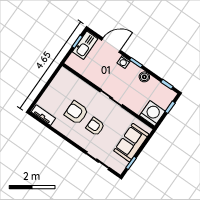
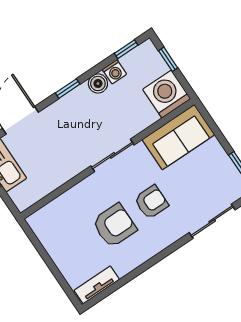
washing machine: (124, 62) -> (114, 72), moved
armchair: (76, 113) -> (114, 226), turned 180
armchair: (95, 126) -> (151, 202), turned 180
sofa: (131, 143) -> (178, 137), moved, turned -90

